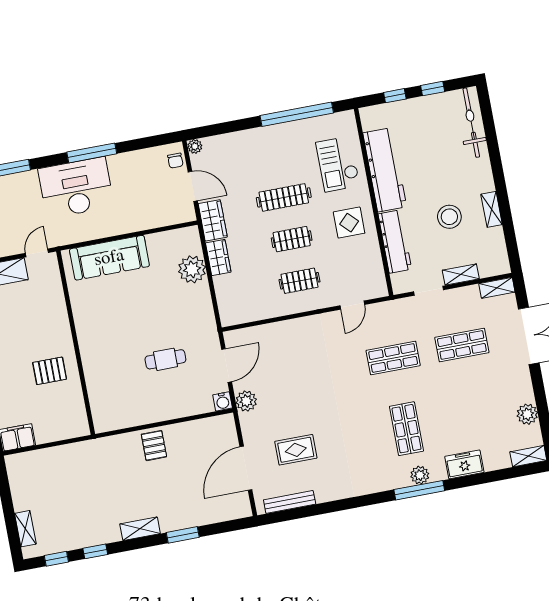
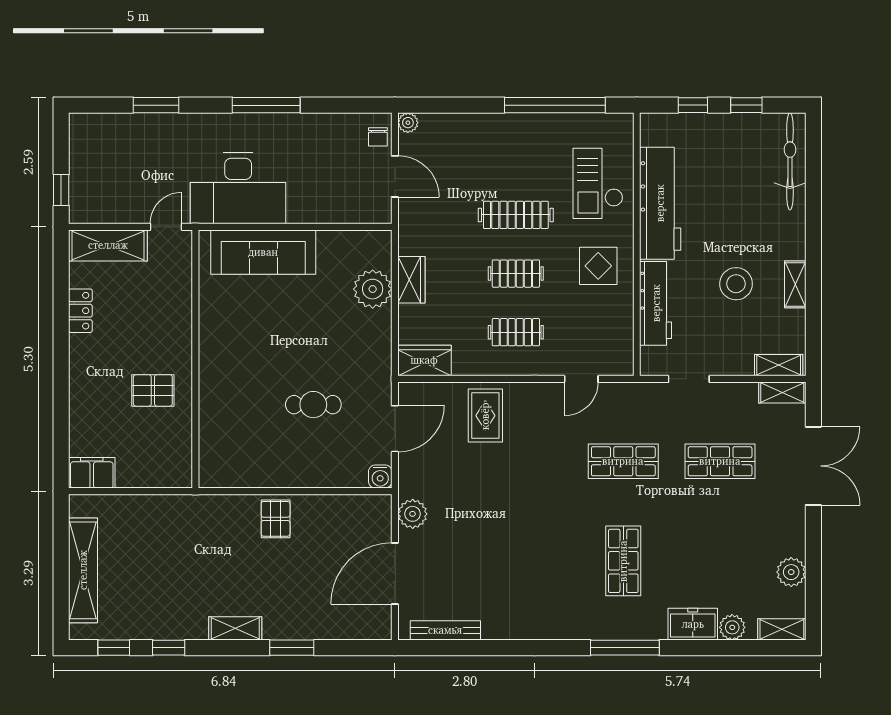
desk: (76, 188) -> (238, 188), moved, turned 180
wardrobe: (213, 220) -> (424, 360), moved, turned -90
shelving: (461, 274) -> (779, 365), moved
plant: (246, 401) -> (413, 514), moved
rug: (296, 450) -> (485, 416), moved, turned 90
plant: (420, 475) -> (732, 627), moved
shelving: (25, 529) -> (83, 570), width x2.20, depth x1.33

